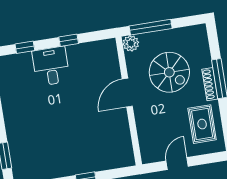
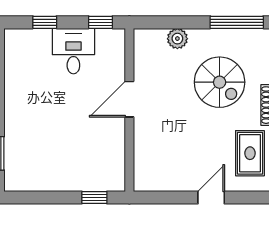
window: (151, 27) -> (237, 22), moved
door: (127, 93) -> (129, 99), moved
wall: (129, 101) -> (129, 110), moved

